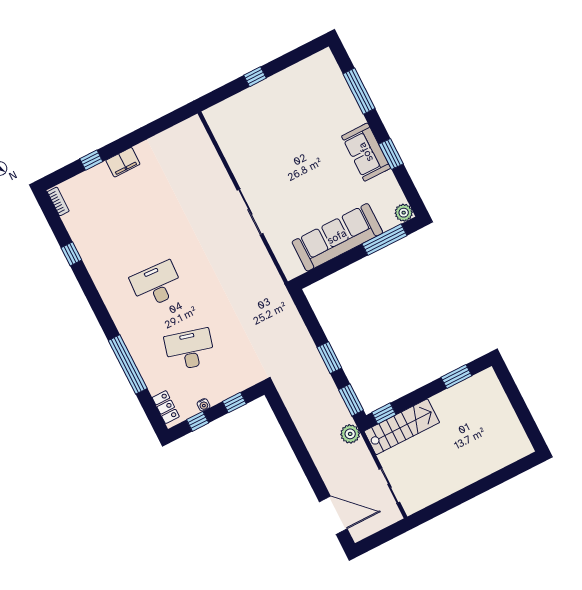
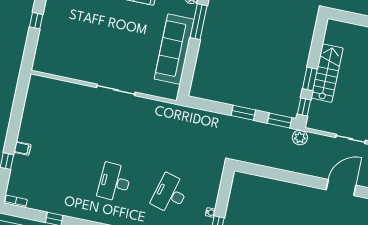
filing cabinet: (123, 162) -> (22, 148), width x0.50
window: (456, 377) -> (310, 79), moved
window: (234, 403) -> (224, 192), removed
stairs: (402, 427) -> (327, 73), moved

